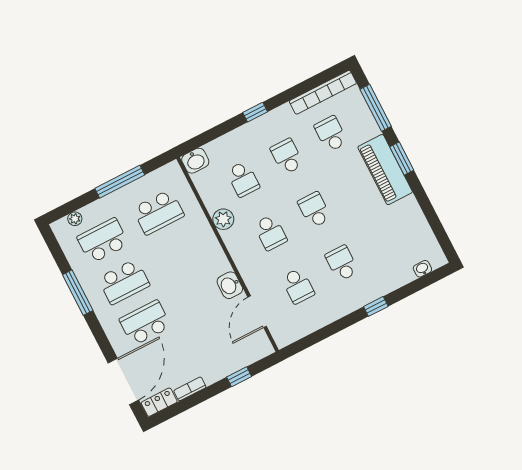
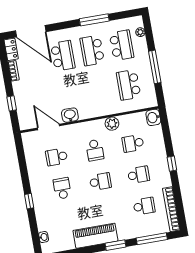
piano: (385, 170) -> (95, 236), moved
school desk: (270, 232) -> (95, 150), turned -90
school desk: (342, 263) -> (62, 188), turned -90

